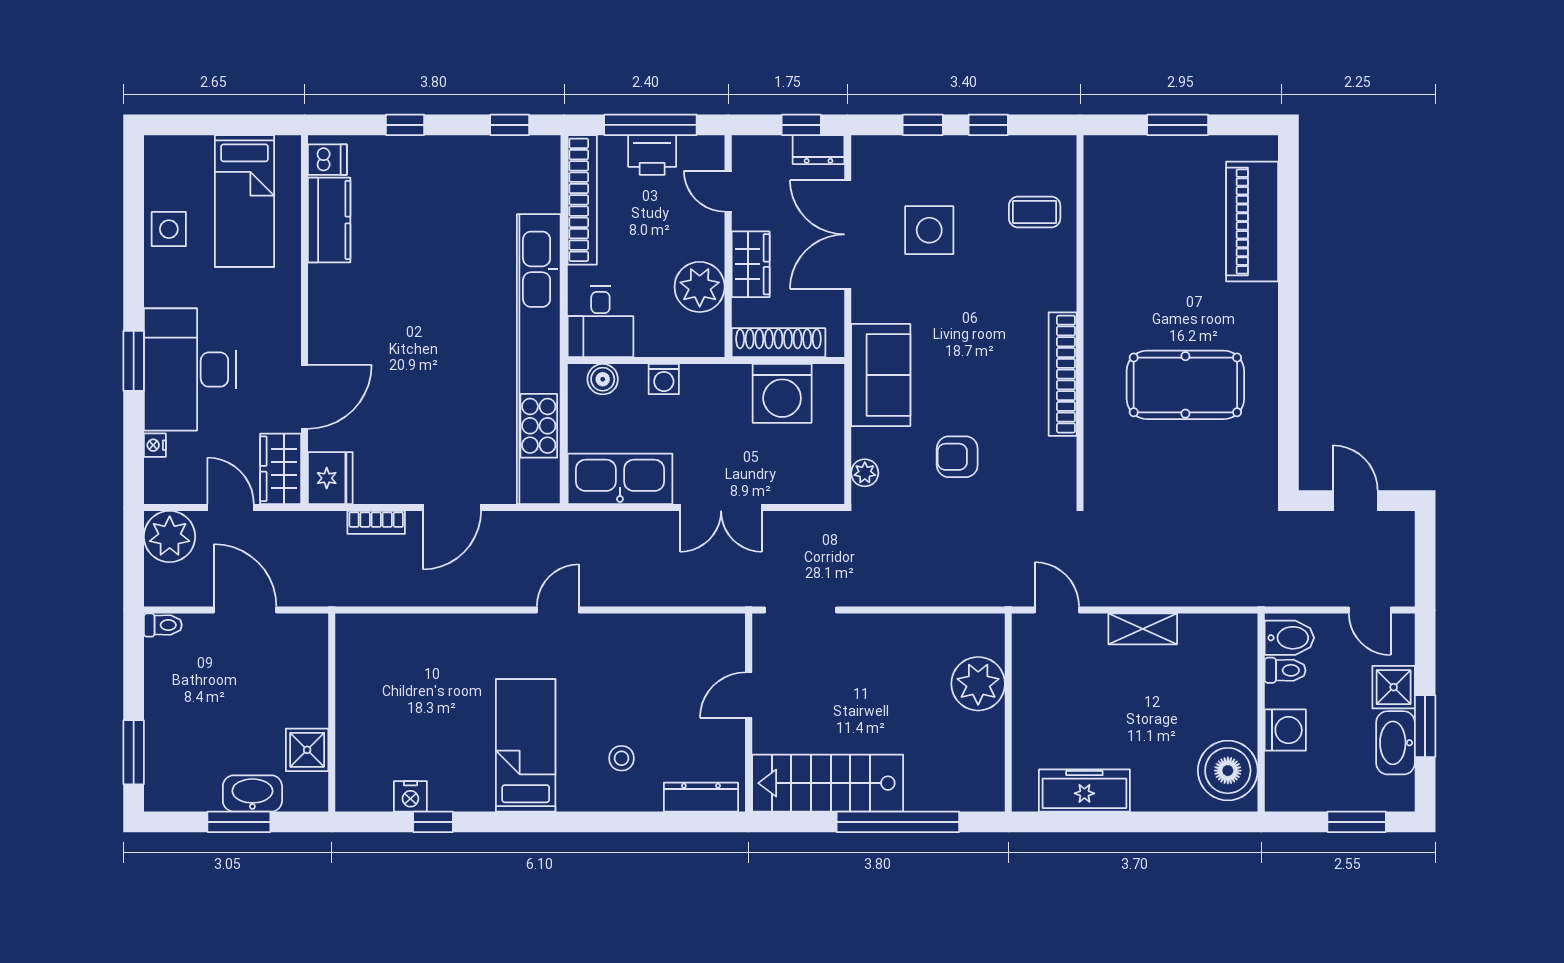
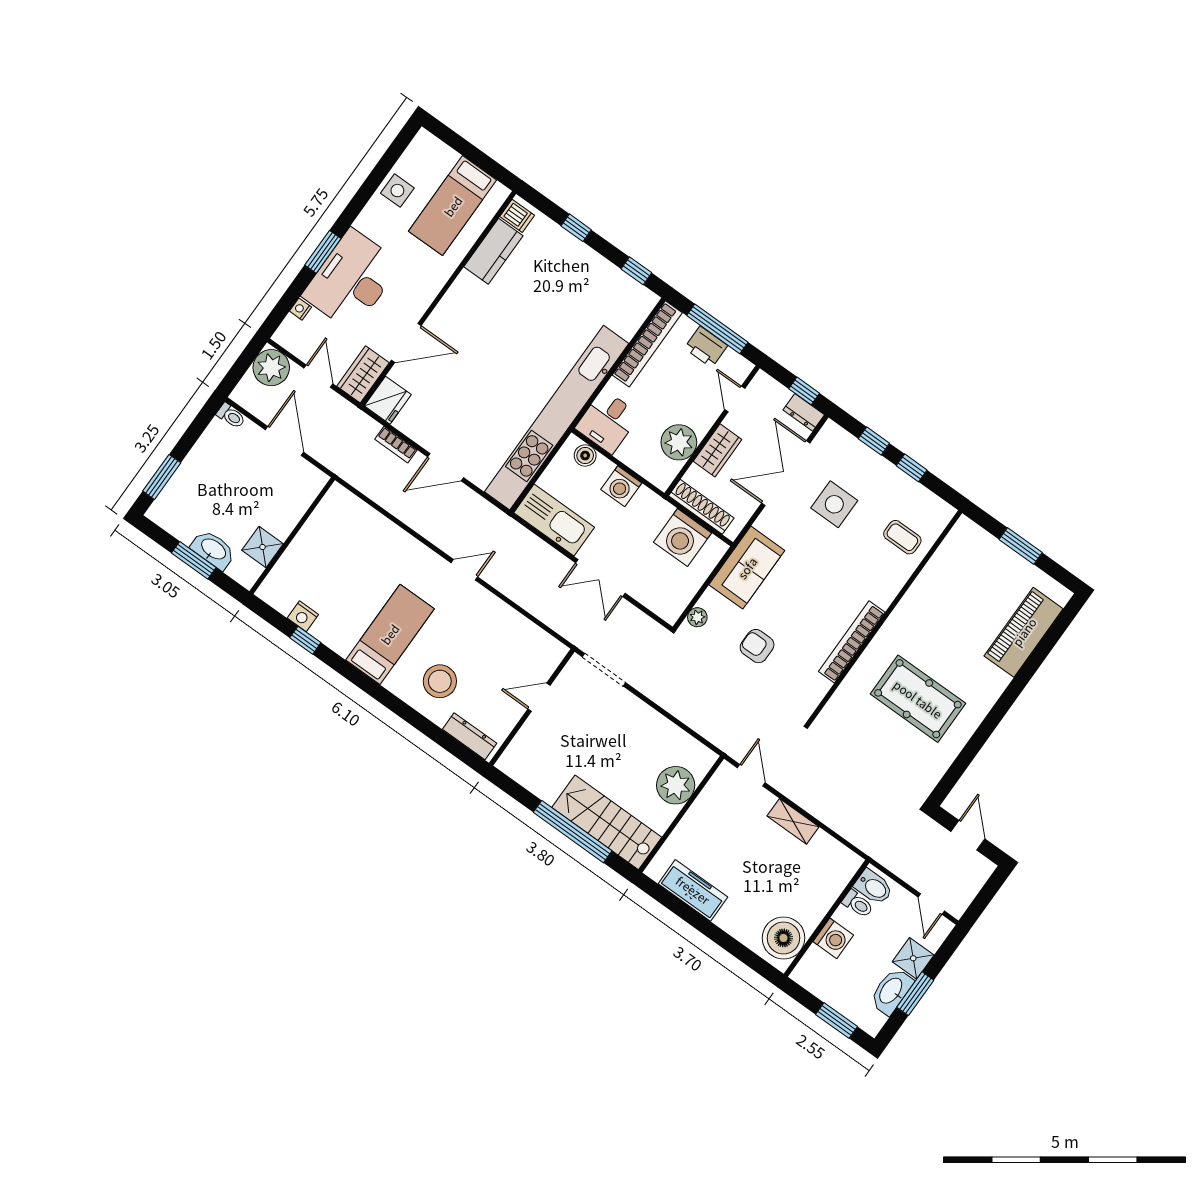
washing machine: (664, 379) -> (621, 486), width x1.38, depth x1.38
stool: (622, 758) -> (440, 681), width x1.89, depth x1.89
stairs: (828, 783) -> (607, 822), moved

